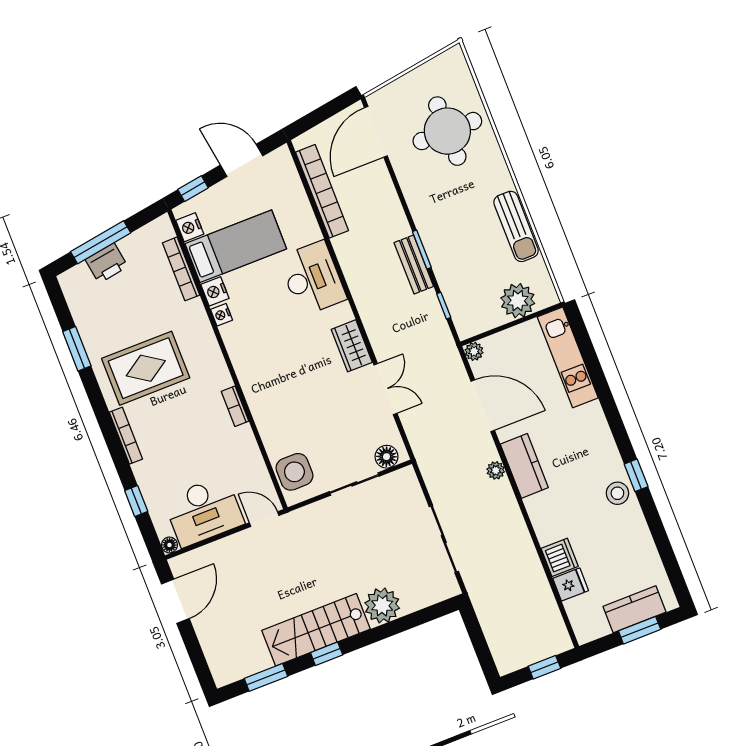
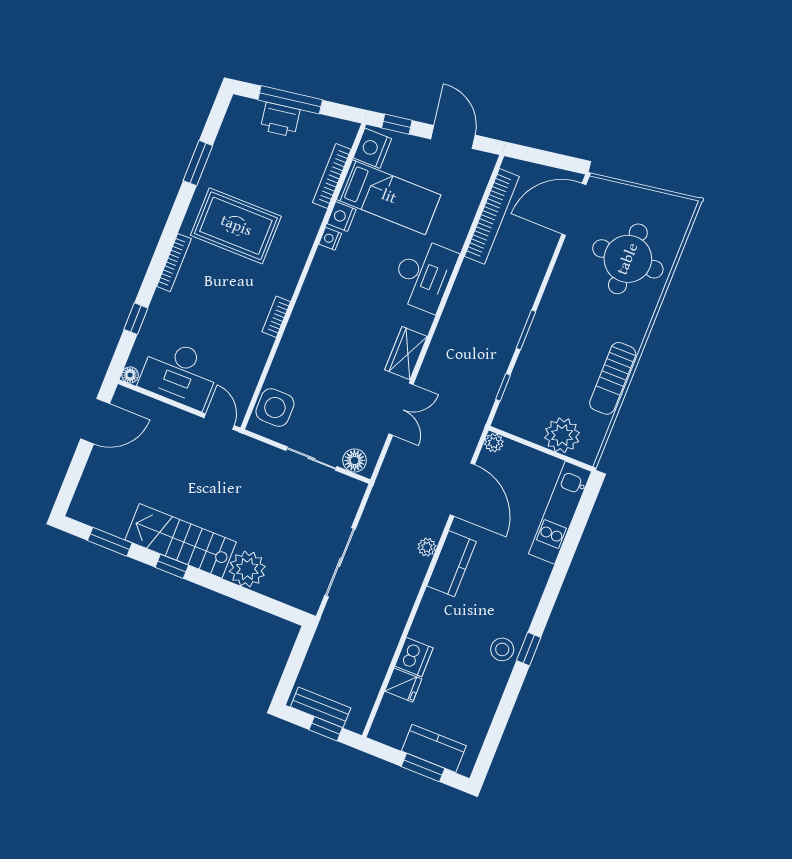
nightstand: (190, 227) -> (372, 148), width x1.36, depth x1.33
bench: (414, 265) -> (321, 707), moved, turned 90

